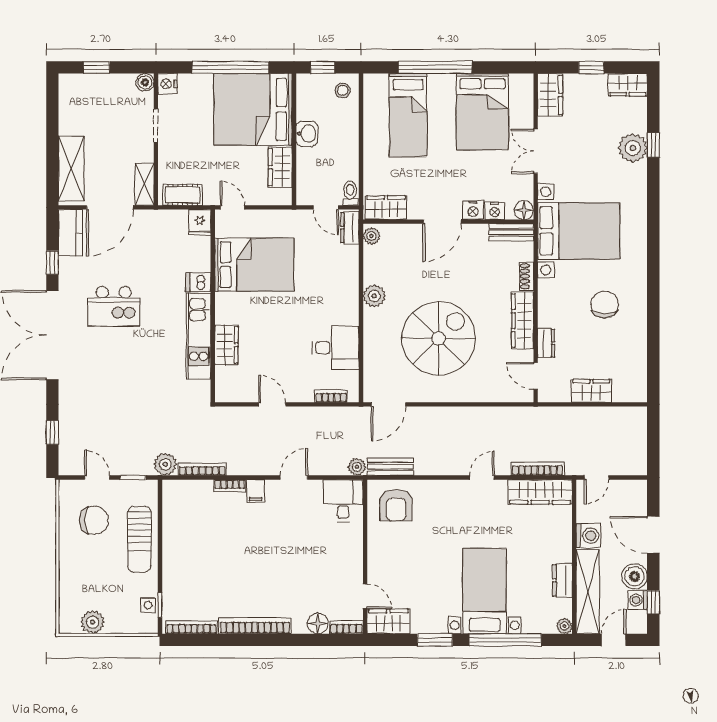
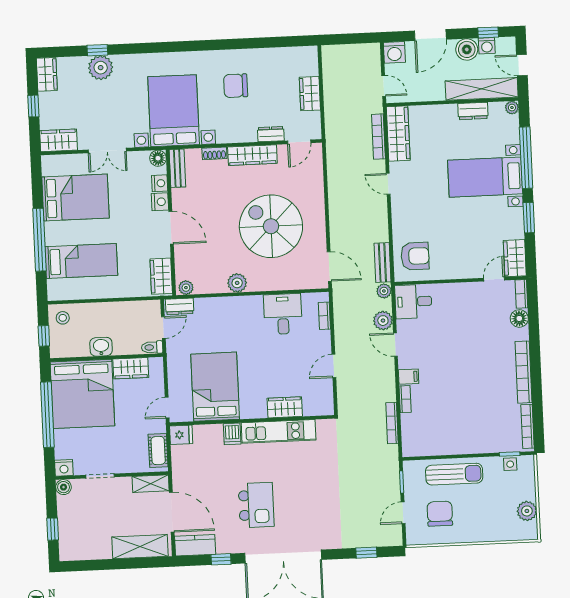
toilet: (350, 193) -> (152, 347), moved
plant: (165, 464) -> (383, 321), moved
washing machine: (588, 536) -> (394, 52), moved, turned 180

